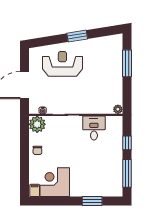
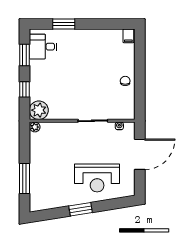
plant: (37, 124) -> (39, 110), moved
desk: (94, 128) -> (43, 47), moved, turned 90
window: (127, 173) -> (25, 55), width x0.69
corner desk: (55, 182) -> (106, 45), removed

